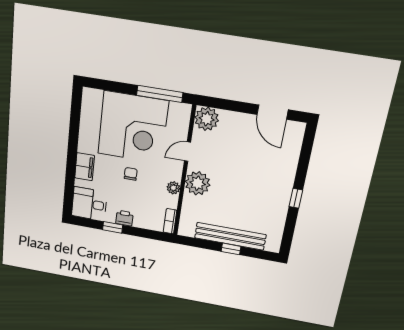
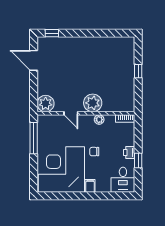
door: (273, 112) -> (34, 60), swing flipped
corner desk: (133, 127) -> (61, 169), moved, turned -90
filing cabinet: (85, 167) -> (90, 186), width x0.50
window: (296, 198) -> (52, 33), moved
bench: (230, 236) -> (128, 73), removed

